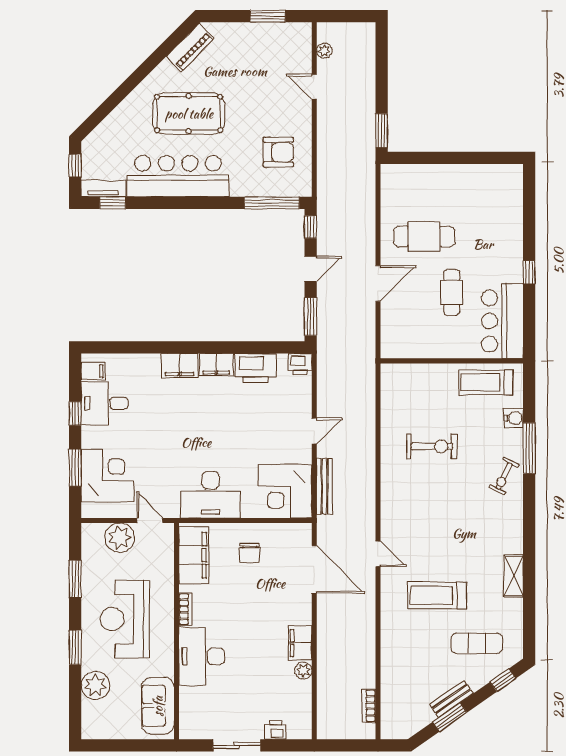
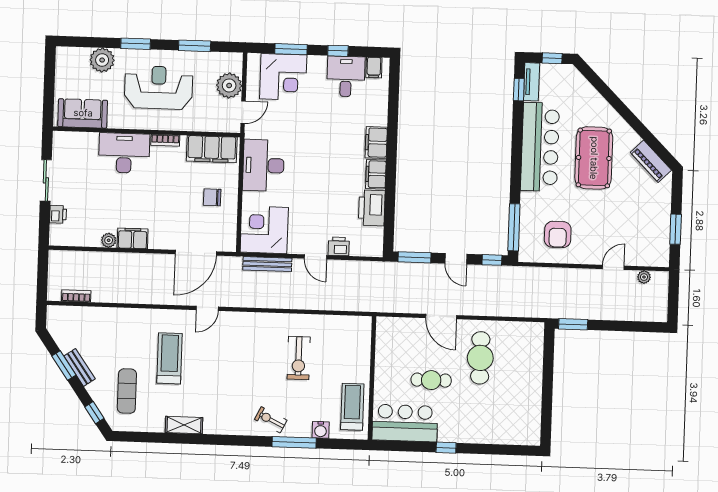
printer: (300, 364) -> (339, 246), moved, turned 90

